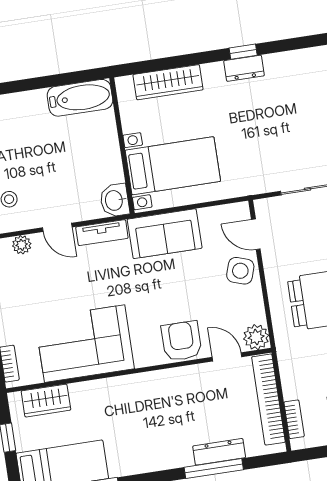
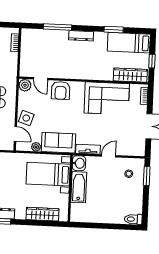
bathtub: (80, 98) -> (79, 187), moved, turned 90
door: (57, 227) -> (109, 156), hinge flipped
plant: (22, 245) -> (36, 147), moved
bookcase: (268, 400) -> (25, 55), removed
wardrobe: (46, 401) -> (130, 75), width x1.50
dresser: (219, 452) -> (81, 36), moved

